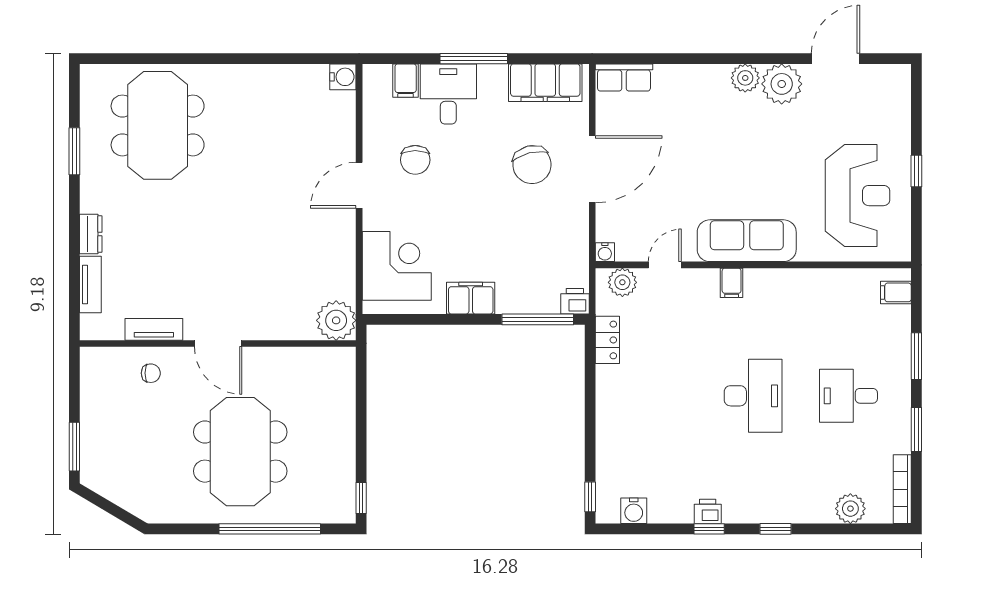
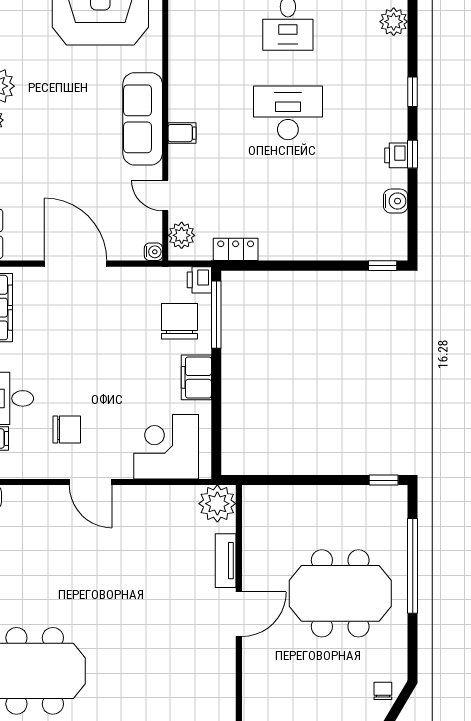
chair: (532, 165) -> (180, 321), moved, turned -76
tv unit: (154, 329) -> (226, 561), moved
chair: (151, 373) -> (383, 691), moved
water cooler: (634, 511) -> (396, 201), moved

